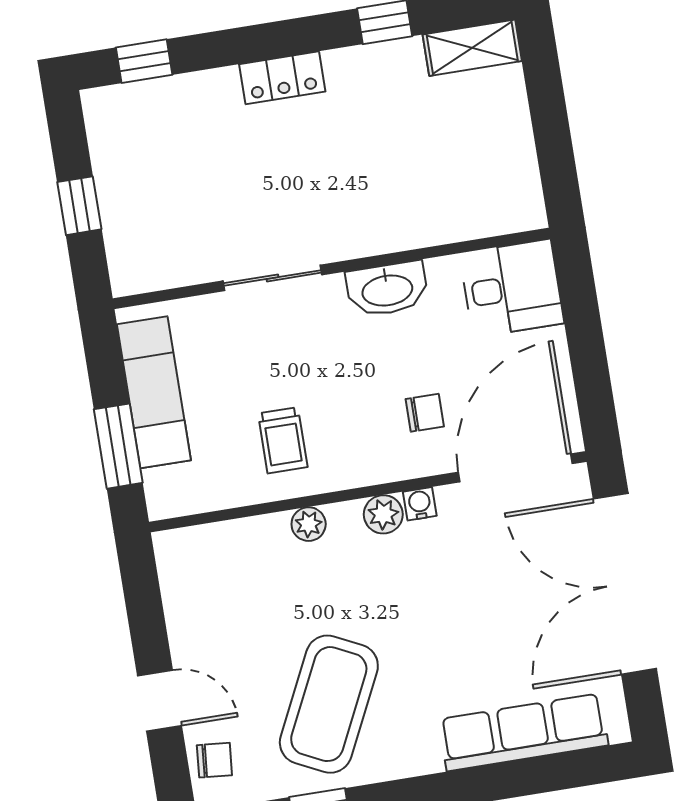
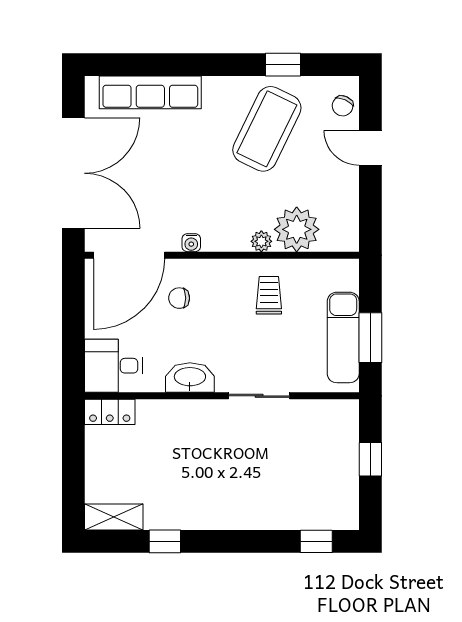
locker: (282, 78) -> (110, 412), moved, turned 180
window: (118, 446) -> (370, 338), moved
plant: (383, 514) -> (297, 229), moved, width x1.87, depth x1.87
chair: (214, 760) -> (343, 106), turned -71

